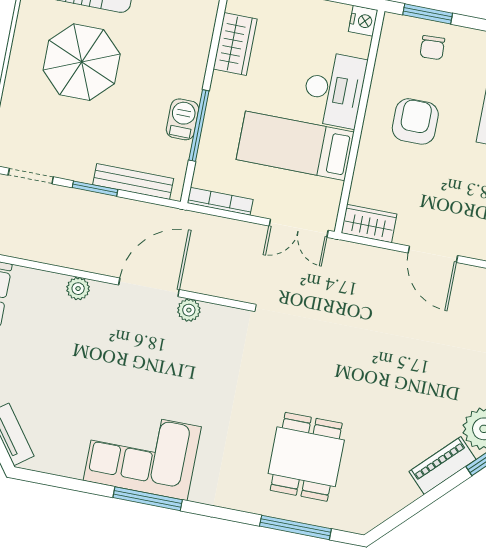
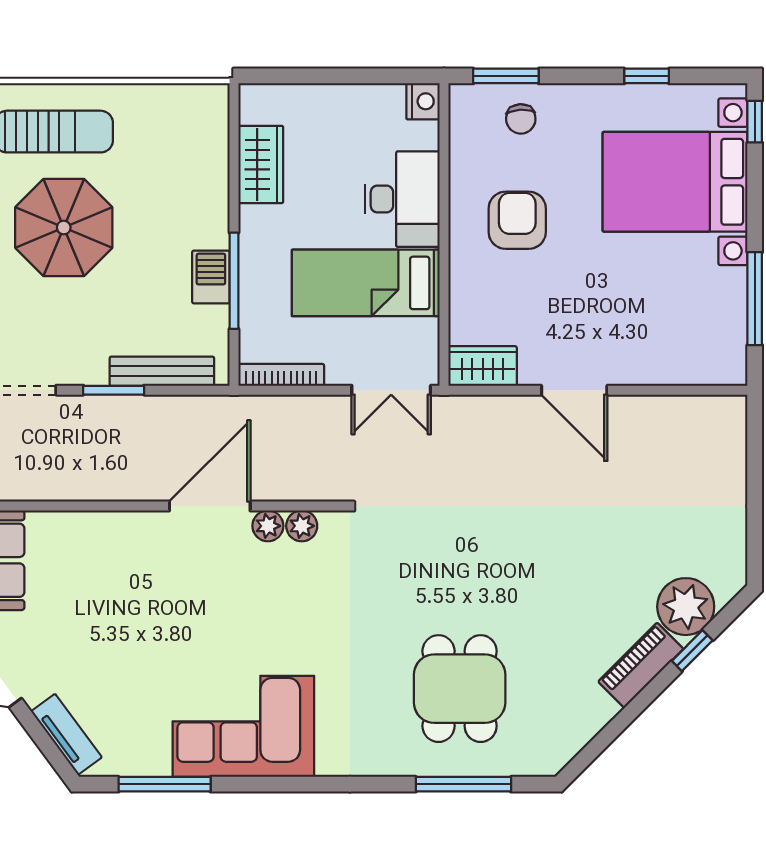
plant: (78, 289) -> (302, 526), moved
window: (148, 499) -> (165, 784), moved

